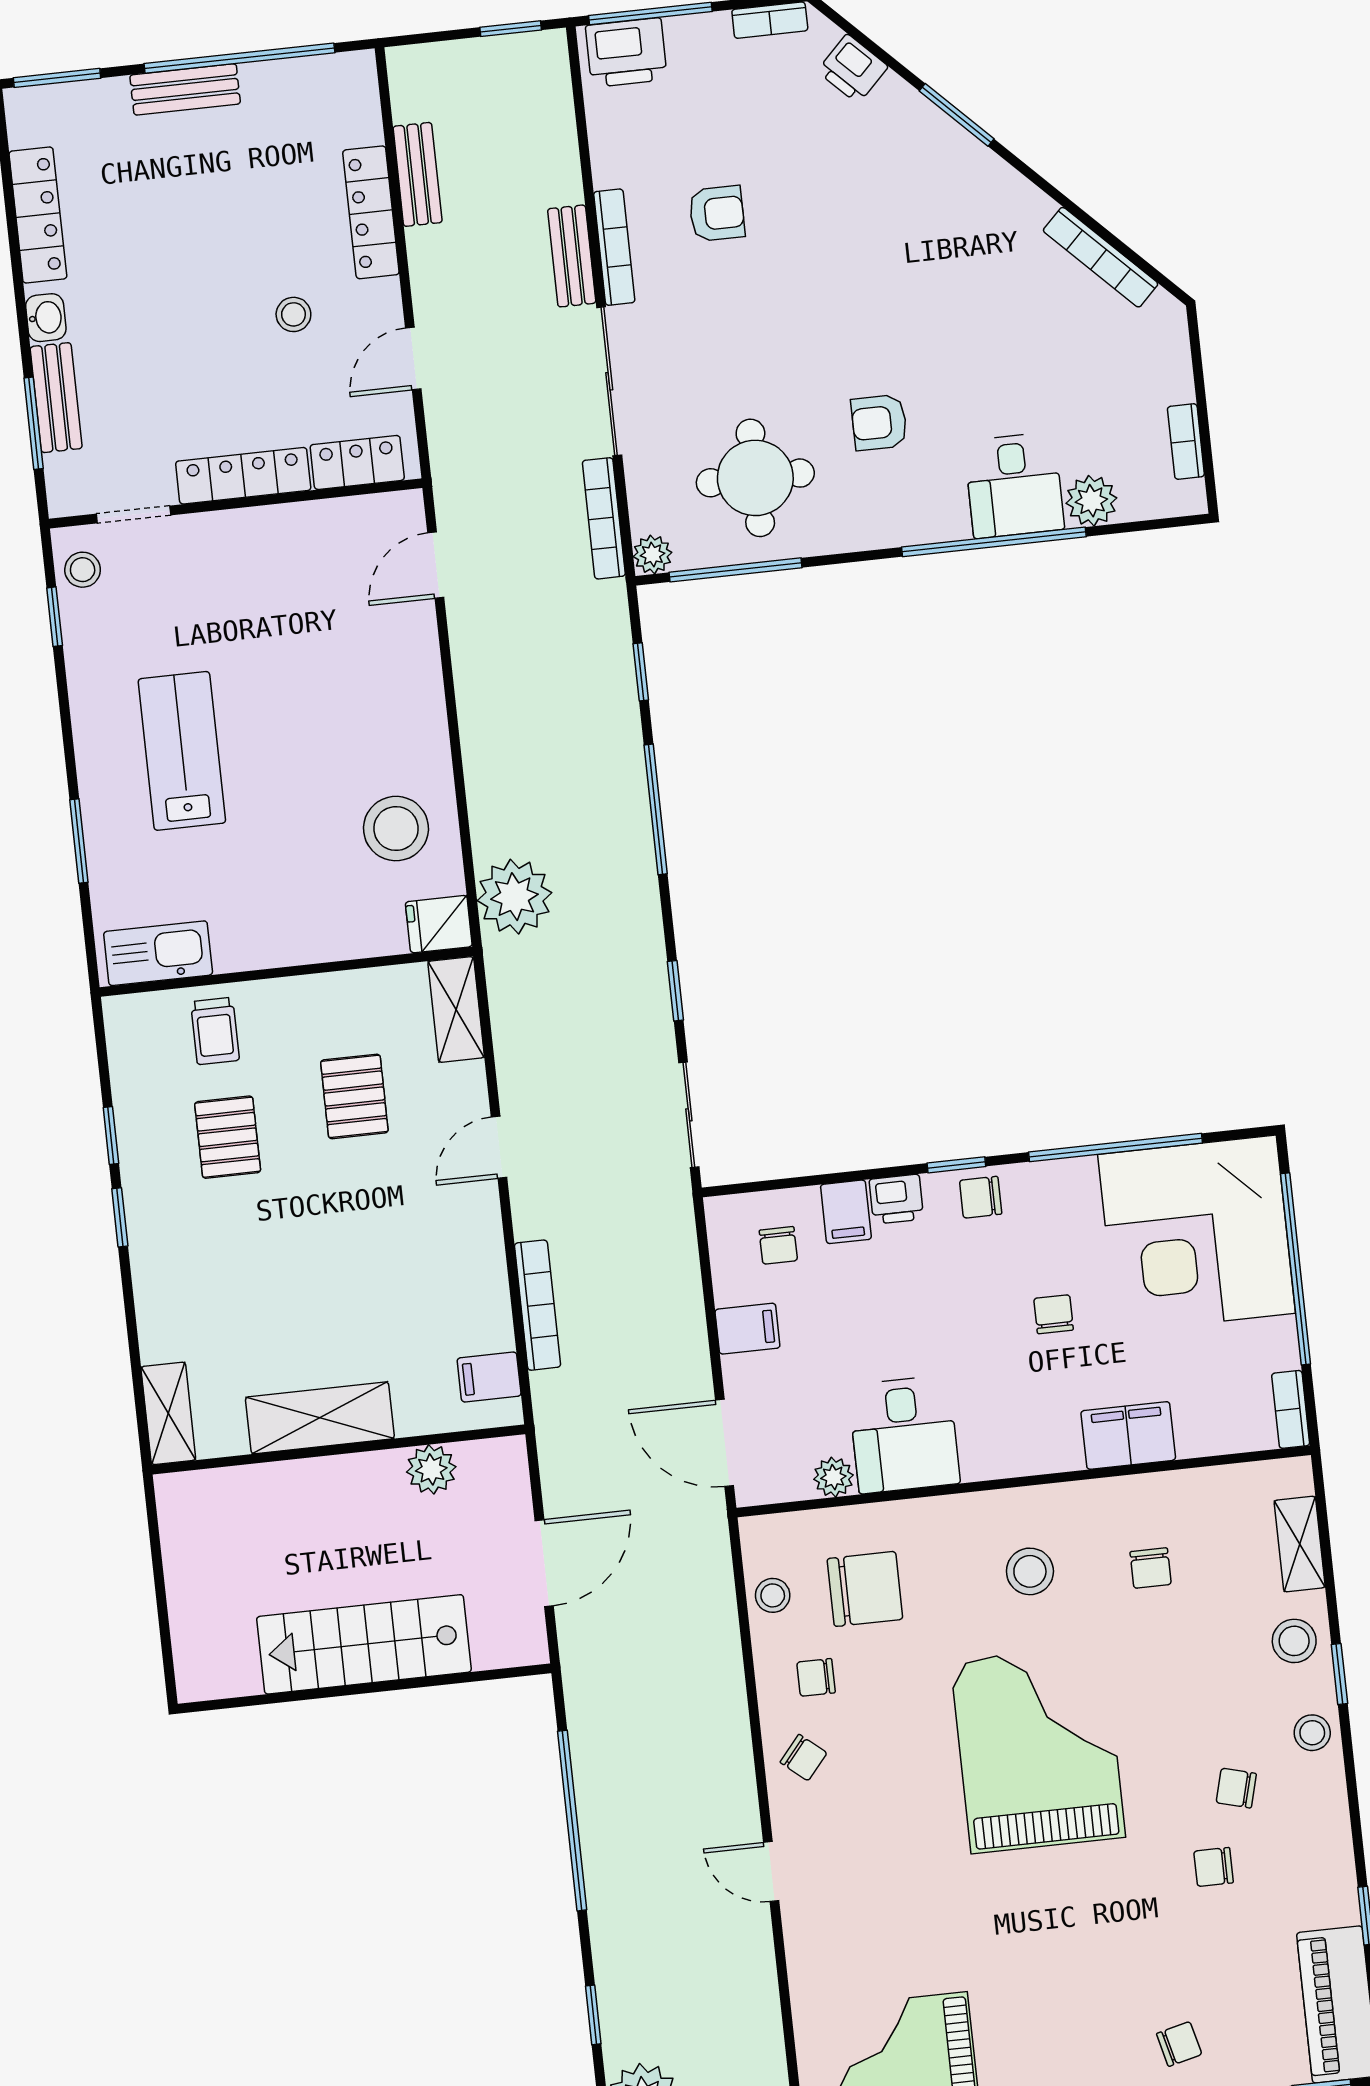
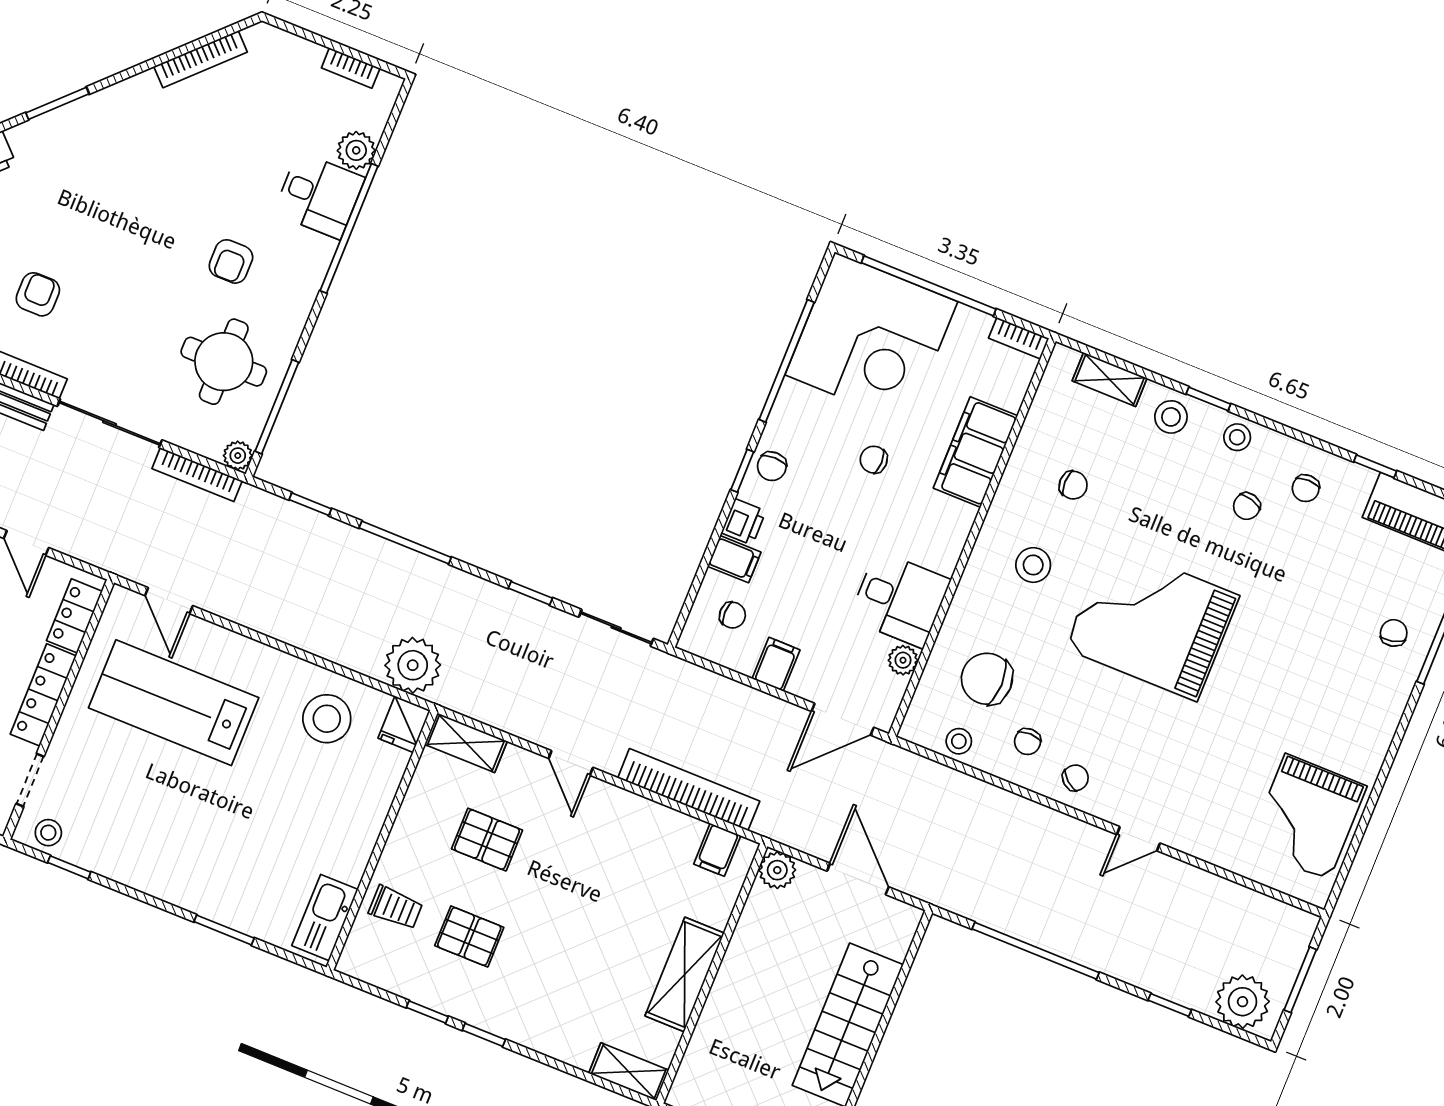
lab bench: (182, 751) -> (174, 703), moved, width x1.36, depth x1.39
bookcase: (537, 1305) -> (689, 790), width x1.48, depth x1.31
filing cabinet: (1128, 1435) -> (975, 452), width x1.50, depth x1.17
plant: (431, 1469) -> (777, 870), moved
chair: (865, 1589) -> (987, 679), turned -90
chair: (1214, 1867) -> (1306, 488), moved

